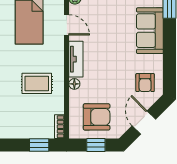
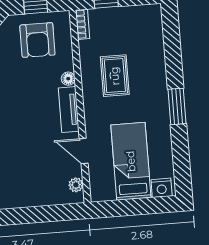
rug: (37, 83) -> (115, 76), turned 90
armchair: (97, 117) -> (37, 40), turned -90

